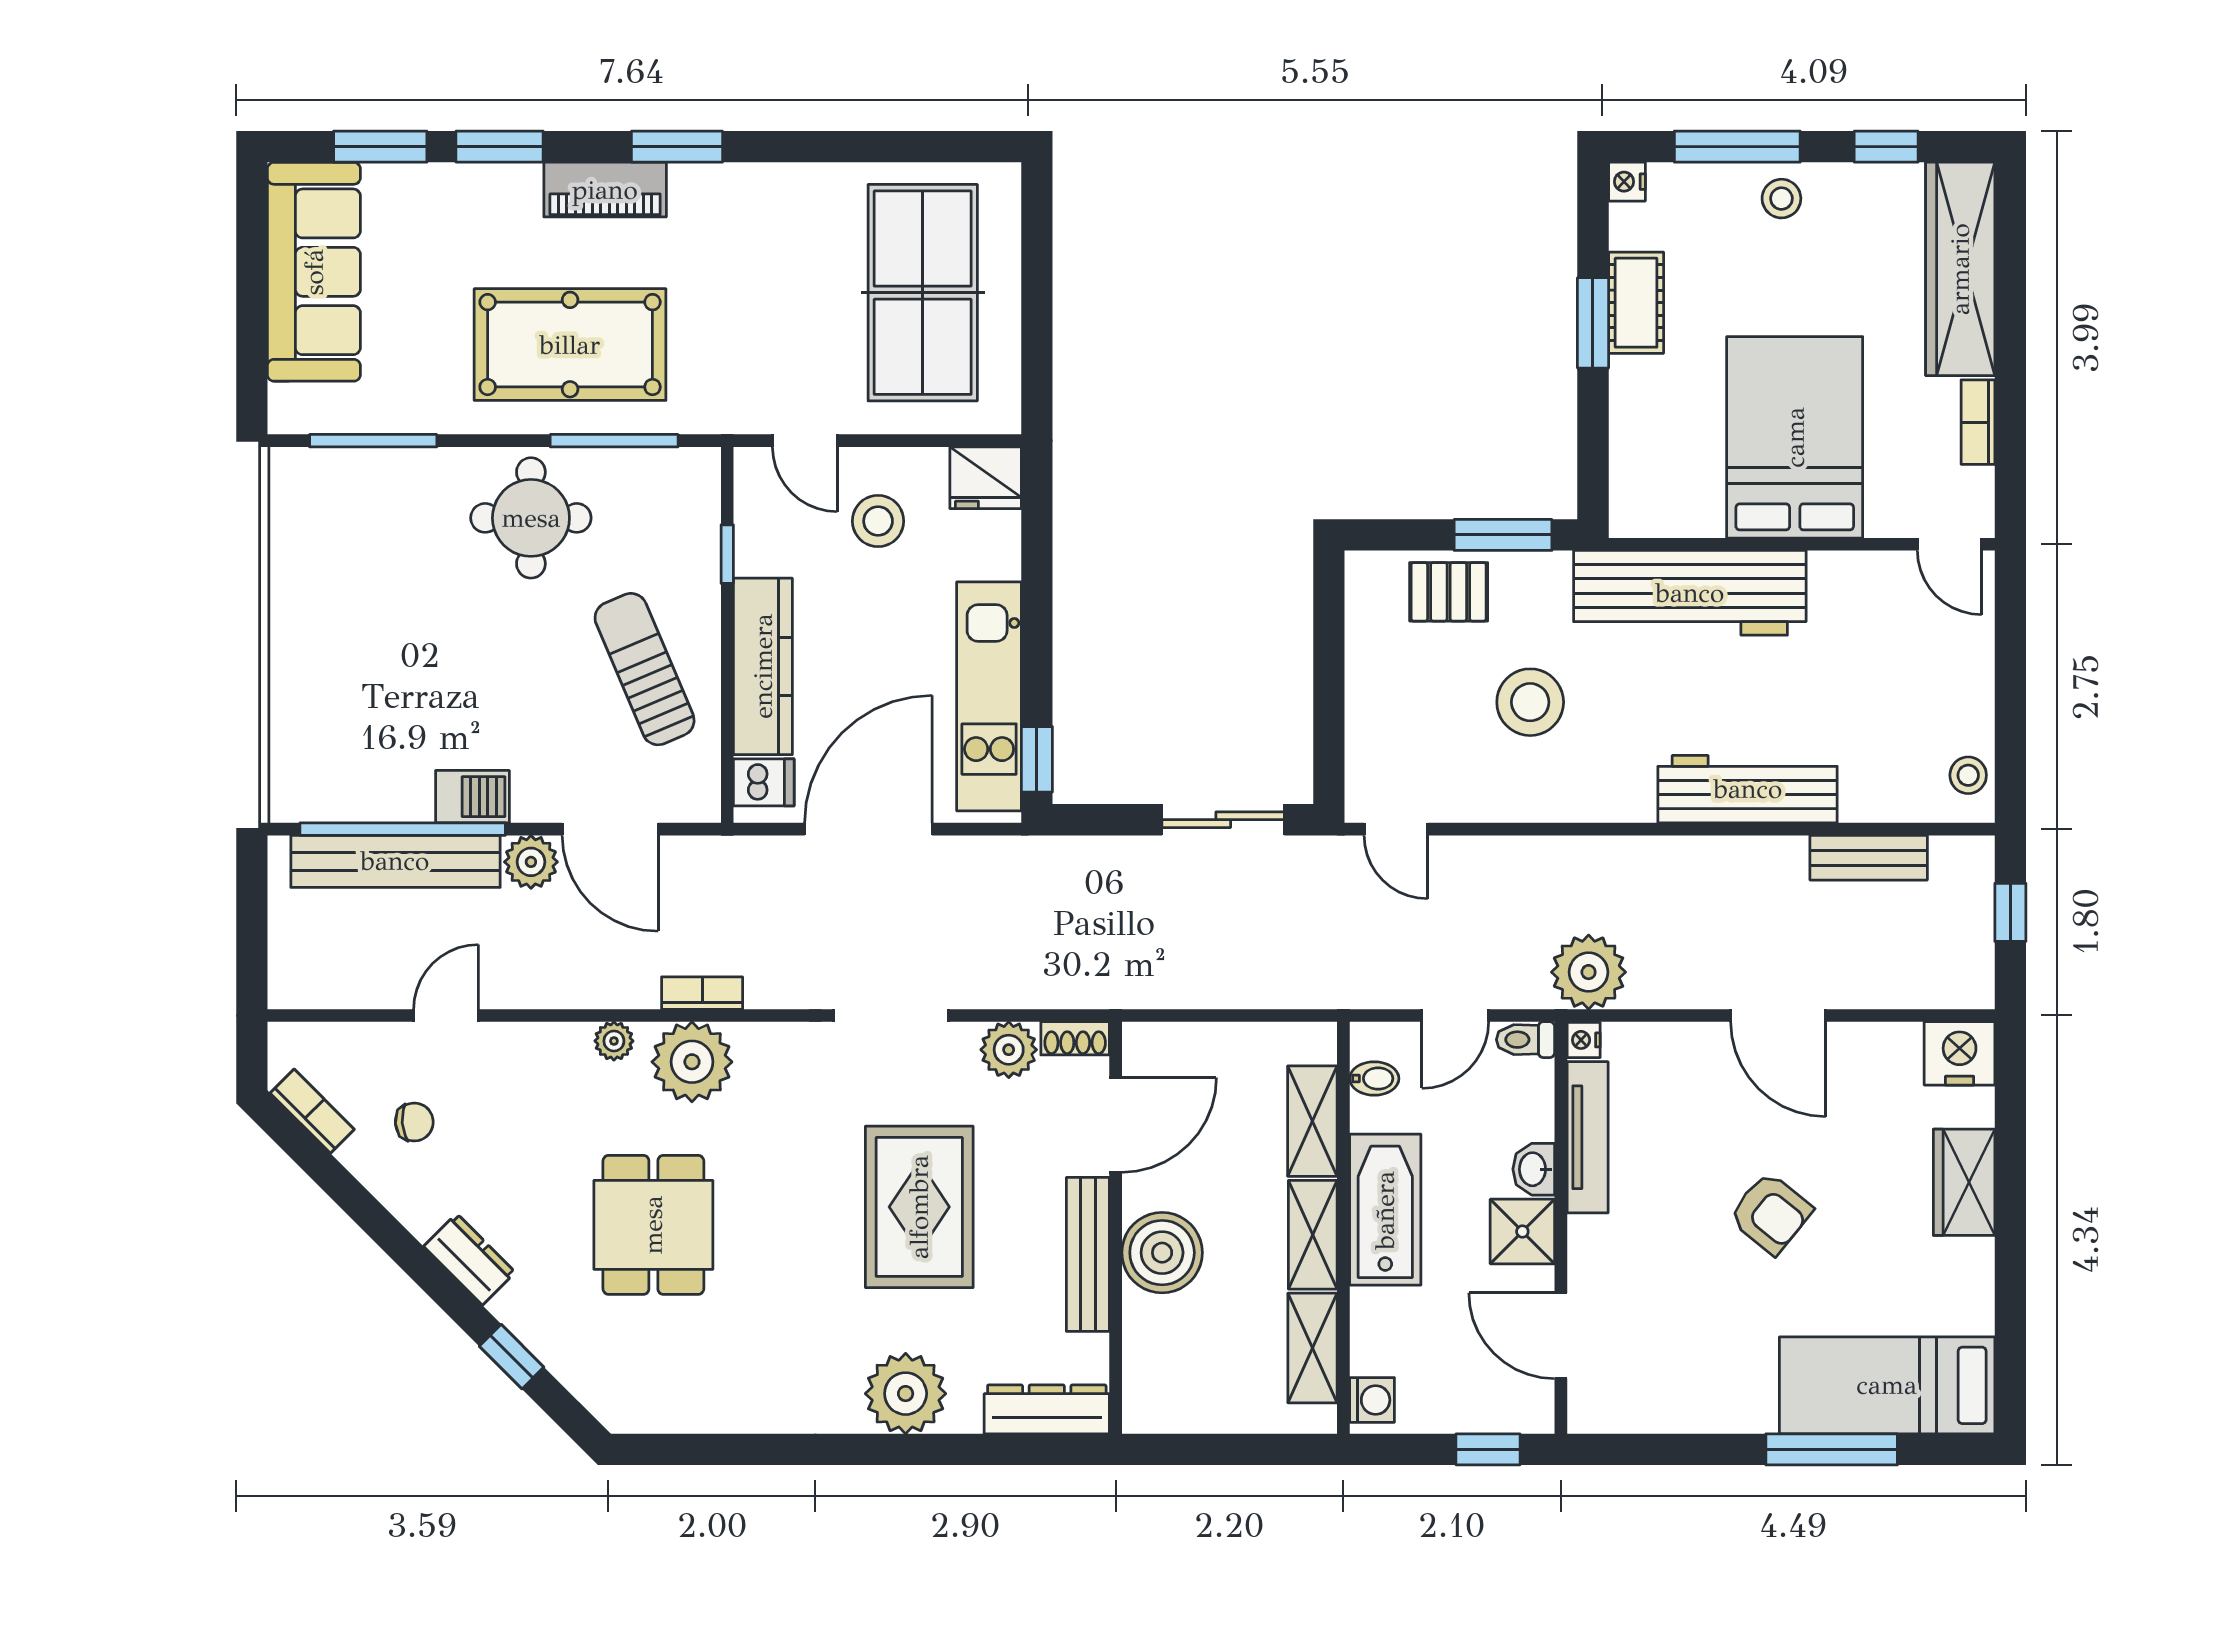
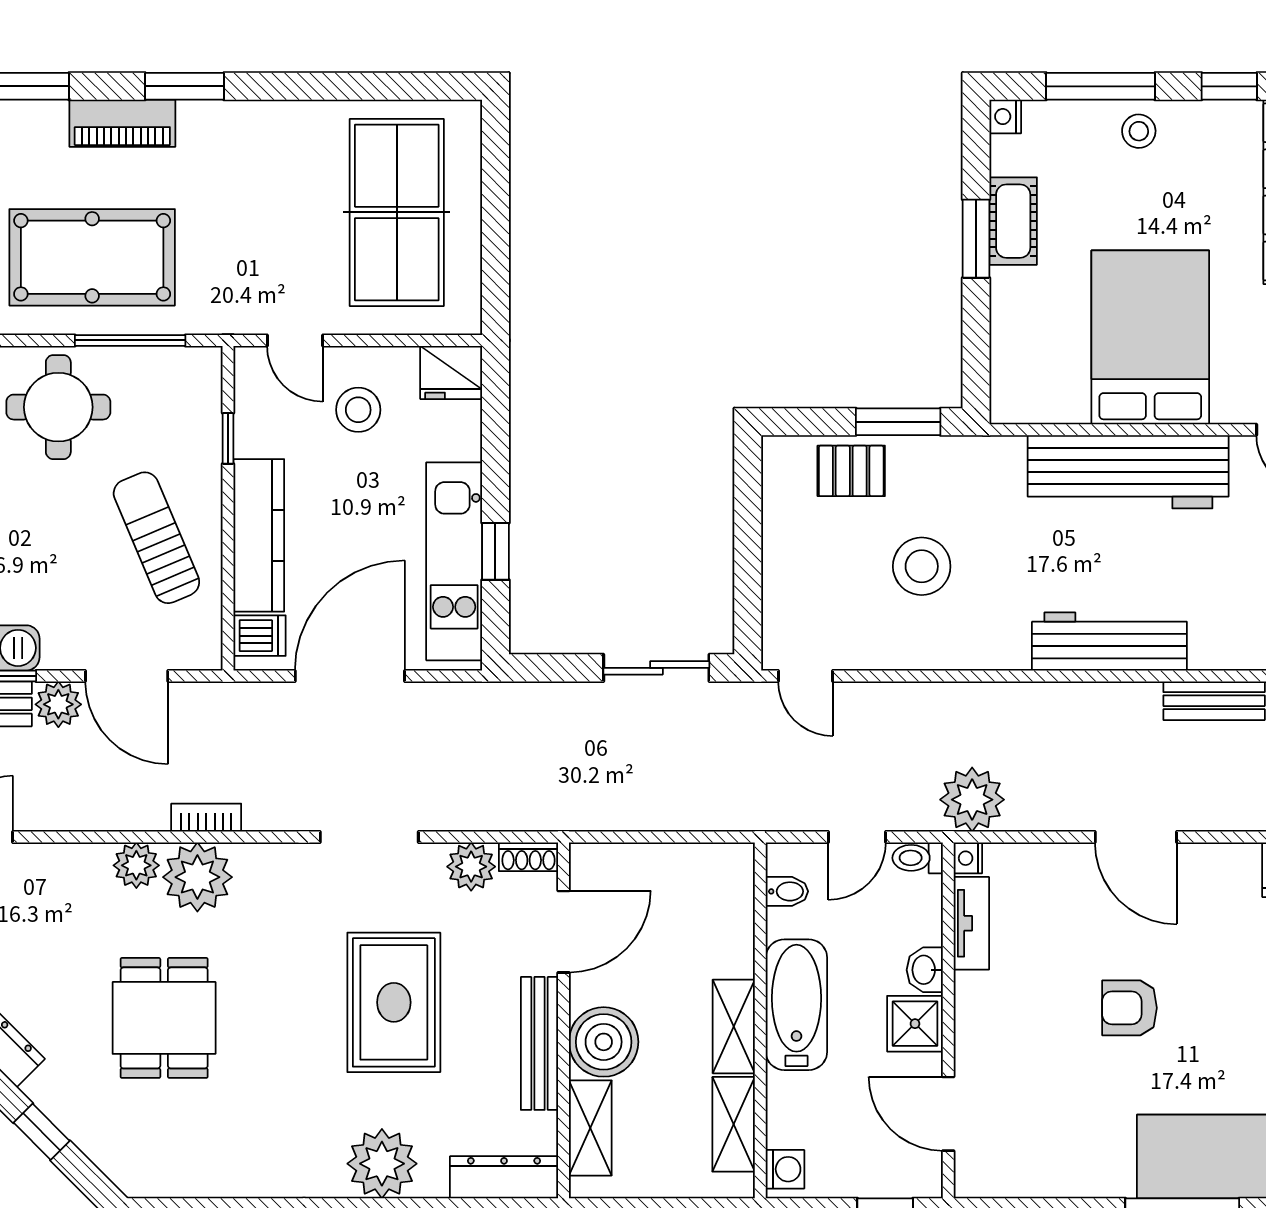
workbench: (1690, 593) -> (1128, 472), moved
window: (1037, 759) -> (495, 551), moved
plant: (614, 1041) -> (136, 865), width x1.38, depth x1.38
shelving: (1312, 1121) -> (590, 1128), moved
tv unit: (1588, 1137) -> (971, 923), width x0.71
armchair: (1771, 1213) -> (1129, 1008), turned 141

